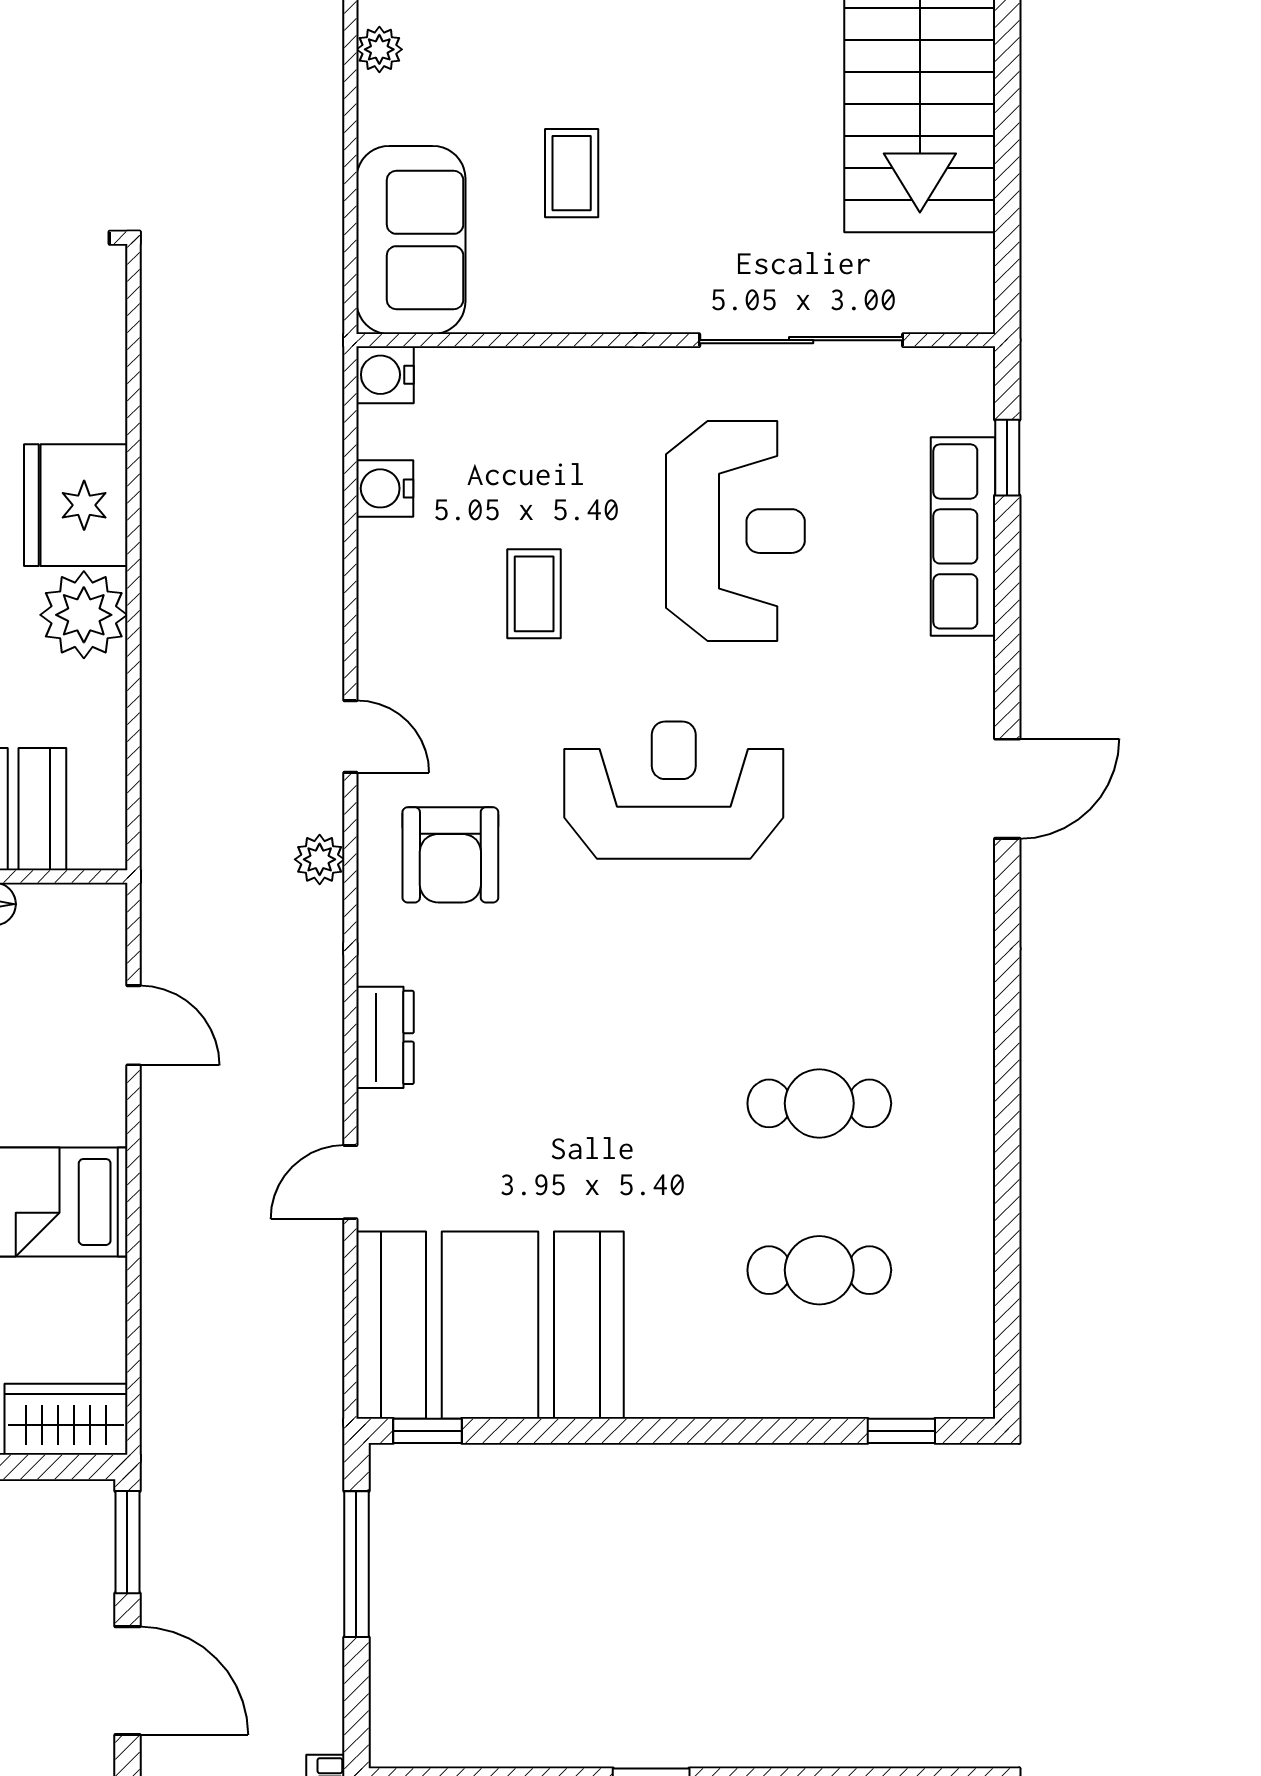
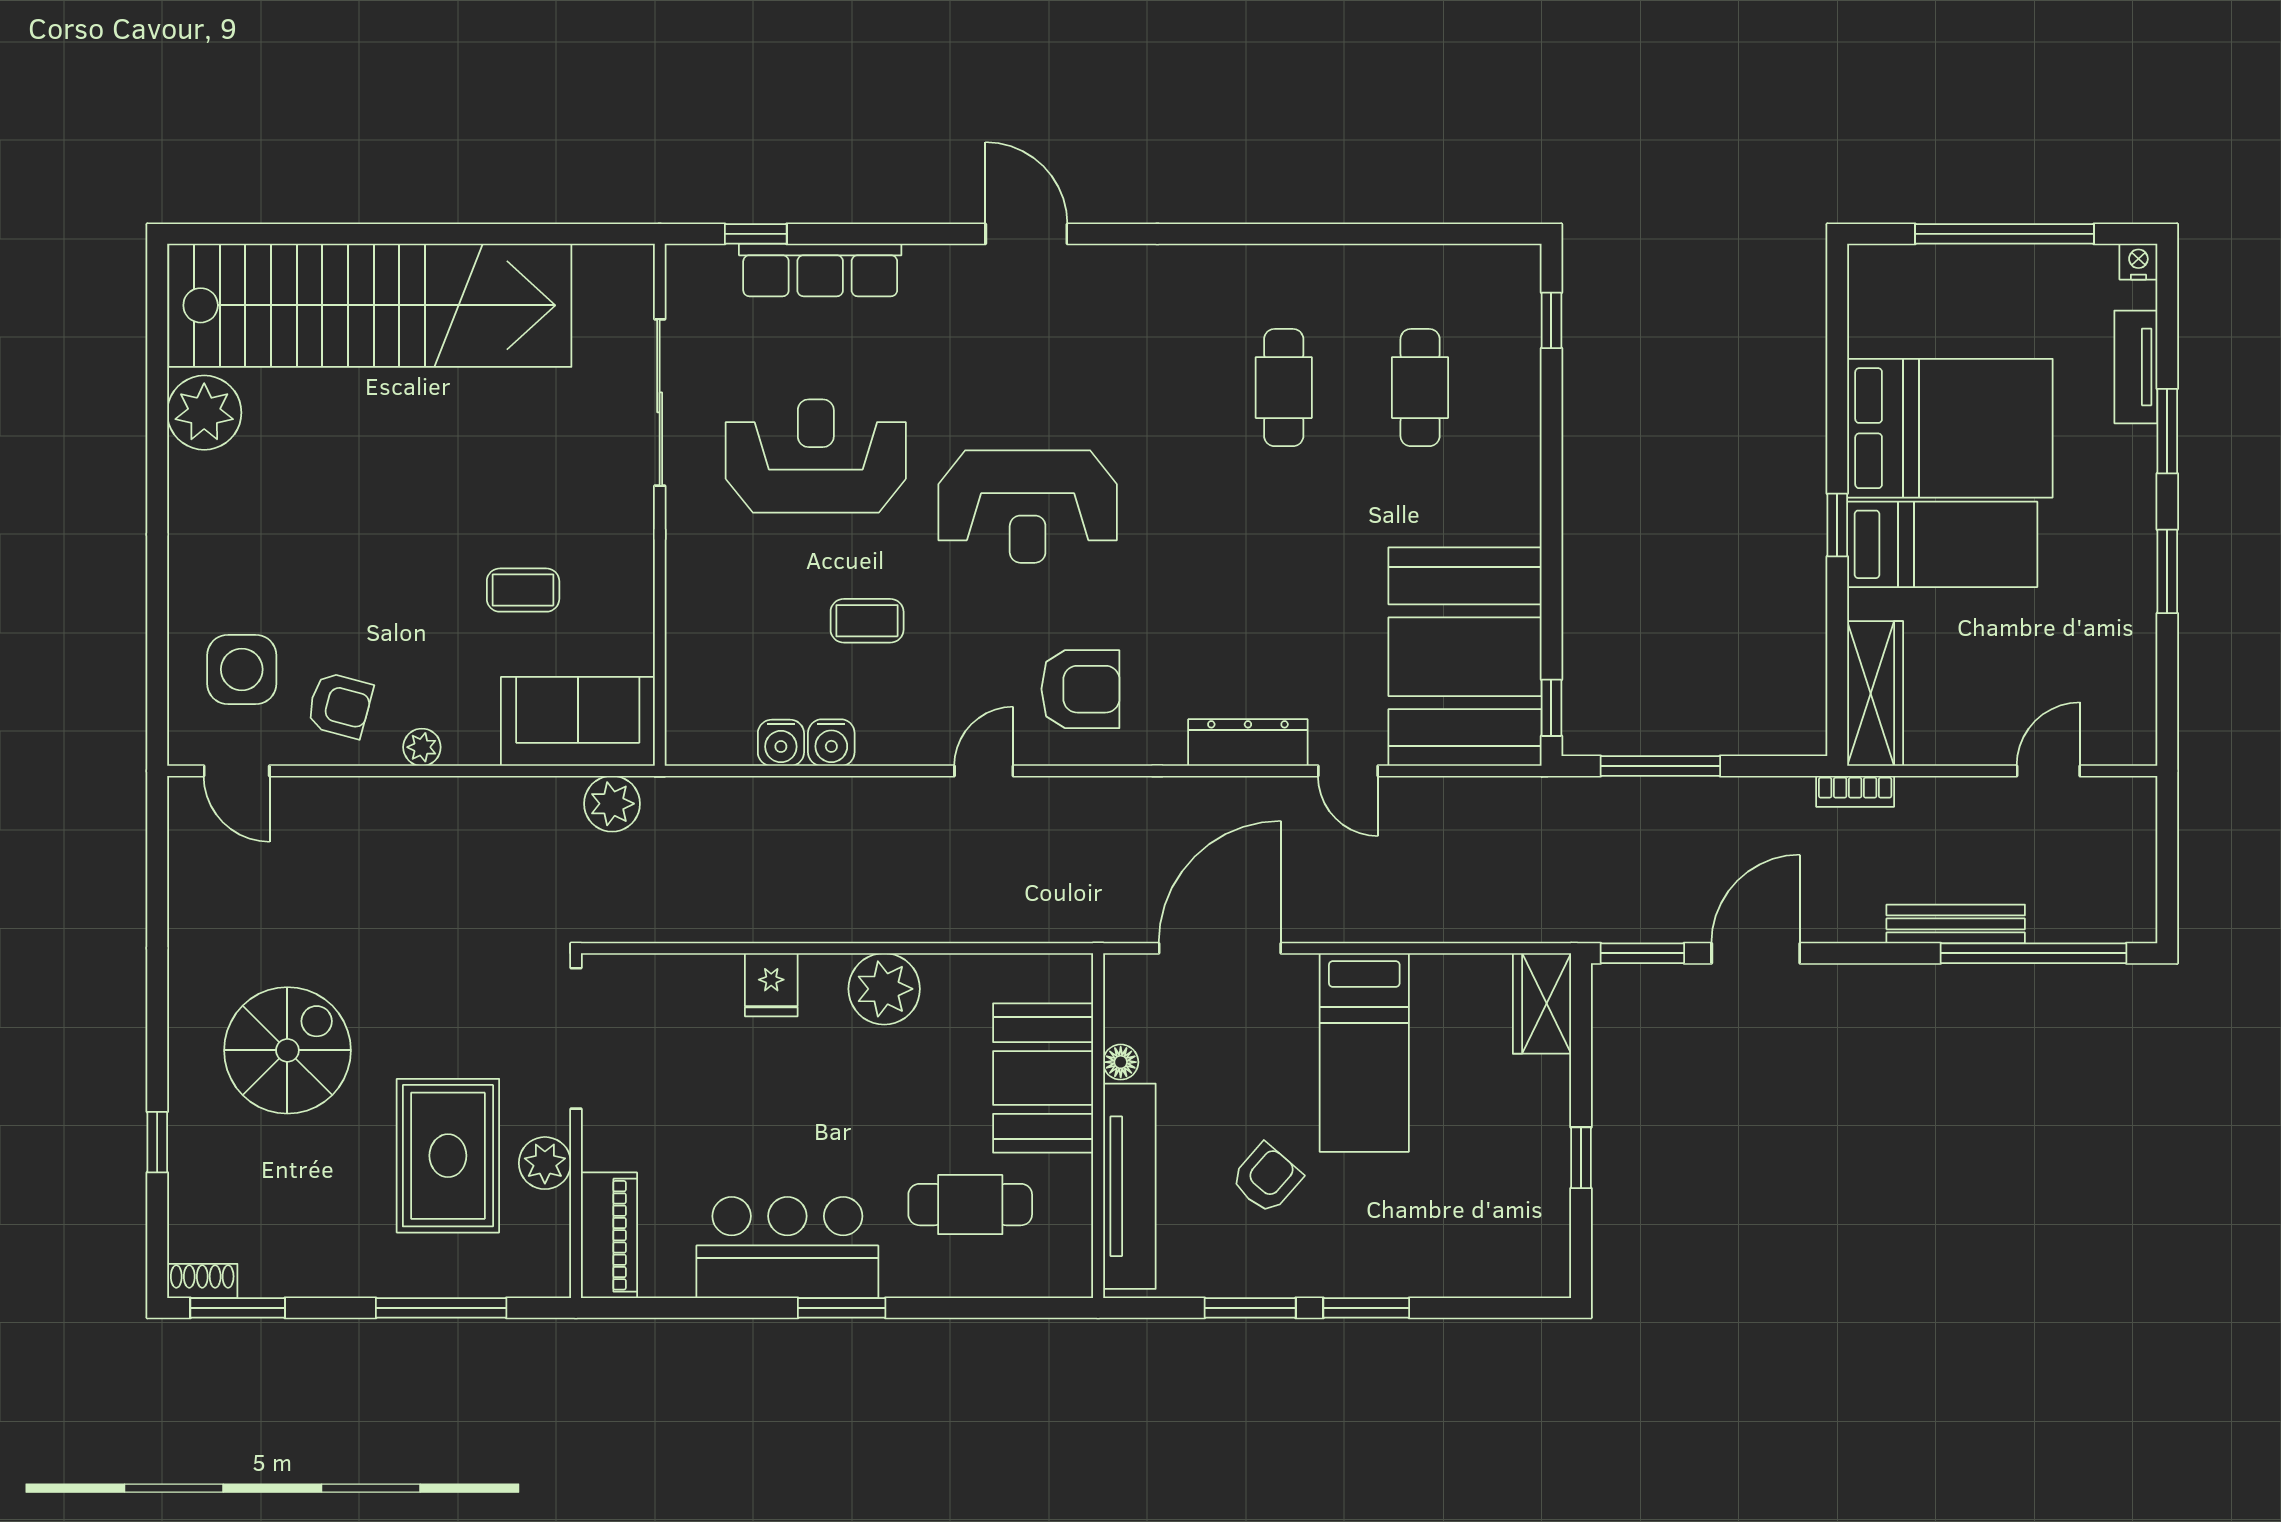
water cooler: (385, 375) -> (831, 743), moved
fridge: (76, 505) -> (771, 985), width x0.53, depth x0.75
reception desk: (674, 790) -> (1028, 507), turned -90
plant: (320, 859) -> (612, 804), moved, width x1.38, depth x1.38
door: (134, 1025) -> (1220, 948), width x1.88
dresser: (385, 1037) -> (1248, 743), width x1.44

